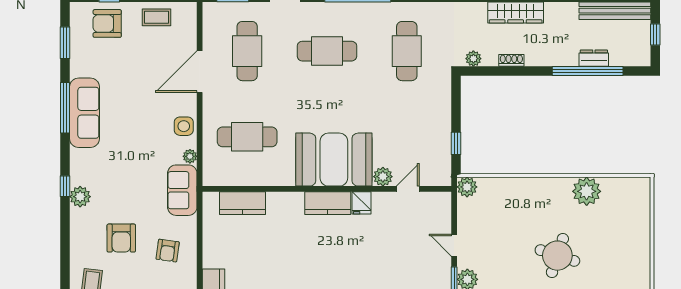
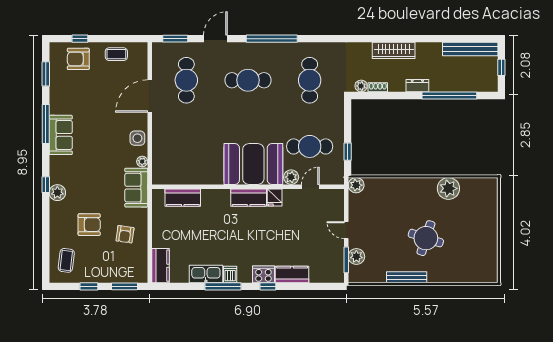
dresser: (594, 58) -> (417, 86), moved
shoe rack: (511, 60) -> (378, 87), moved
sofa: (84, 113) -> (61, 135), width x0.73
cafe table: (247, 137) -> (310, 146), moved
armchair: (121, 238) -> (89, 225), turned -90

